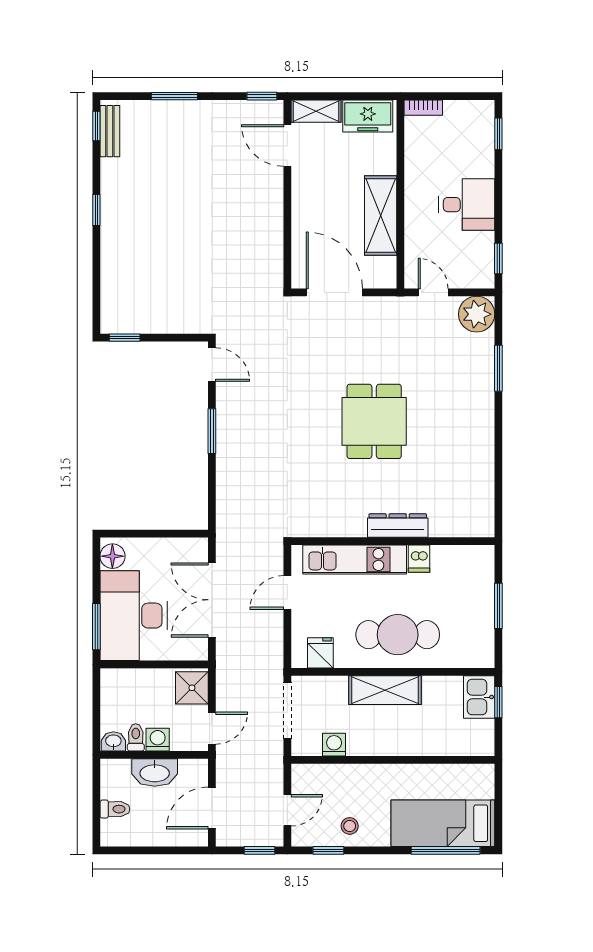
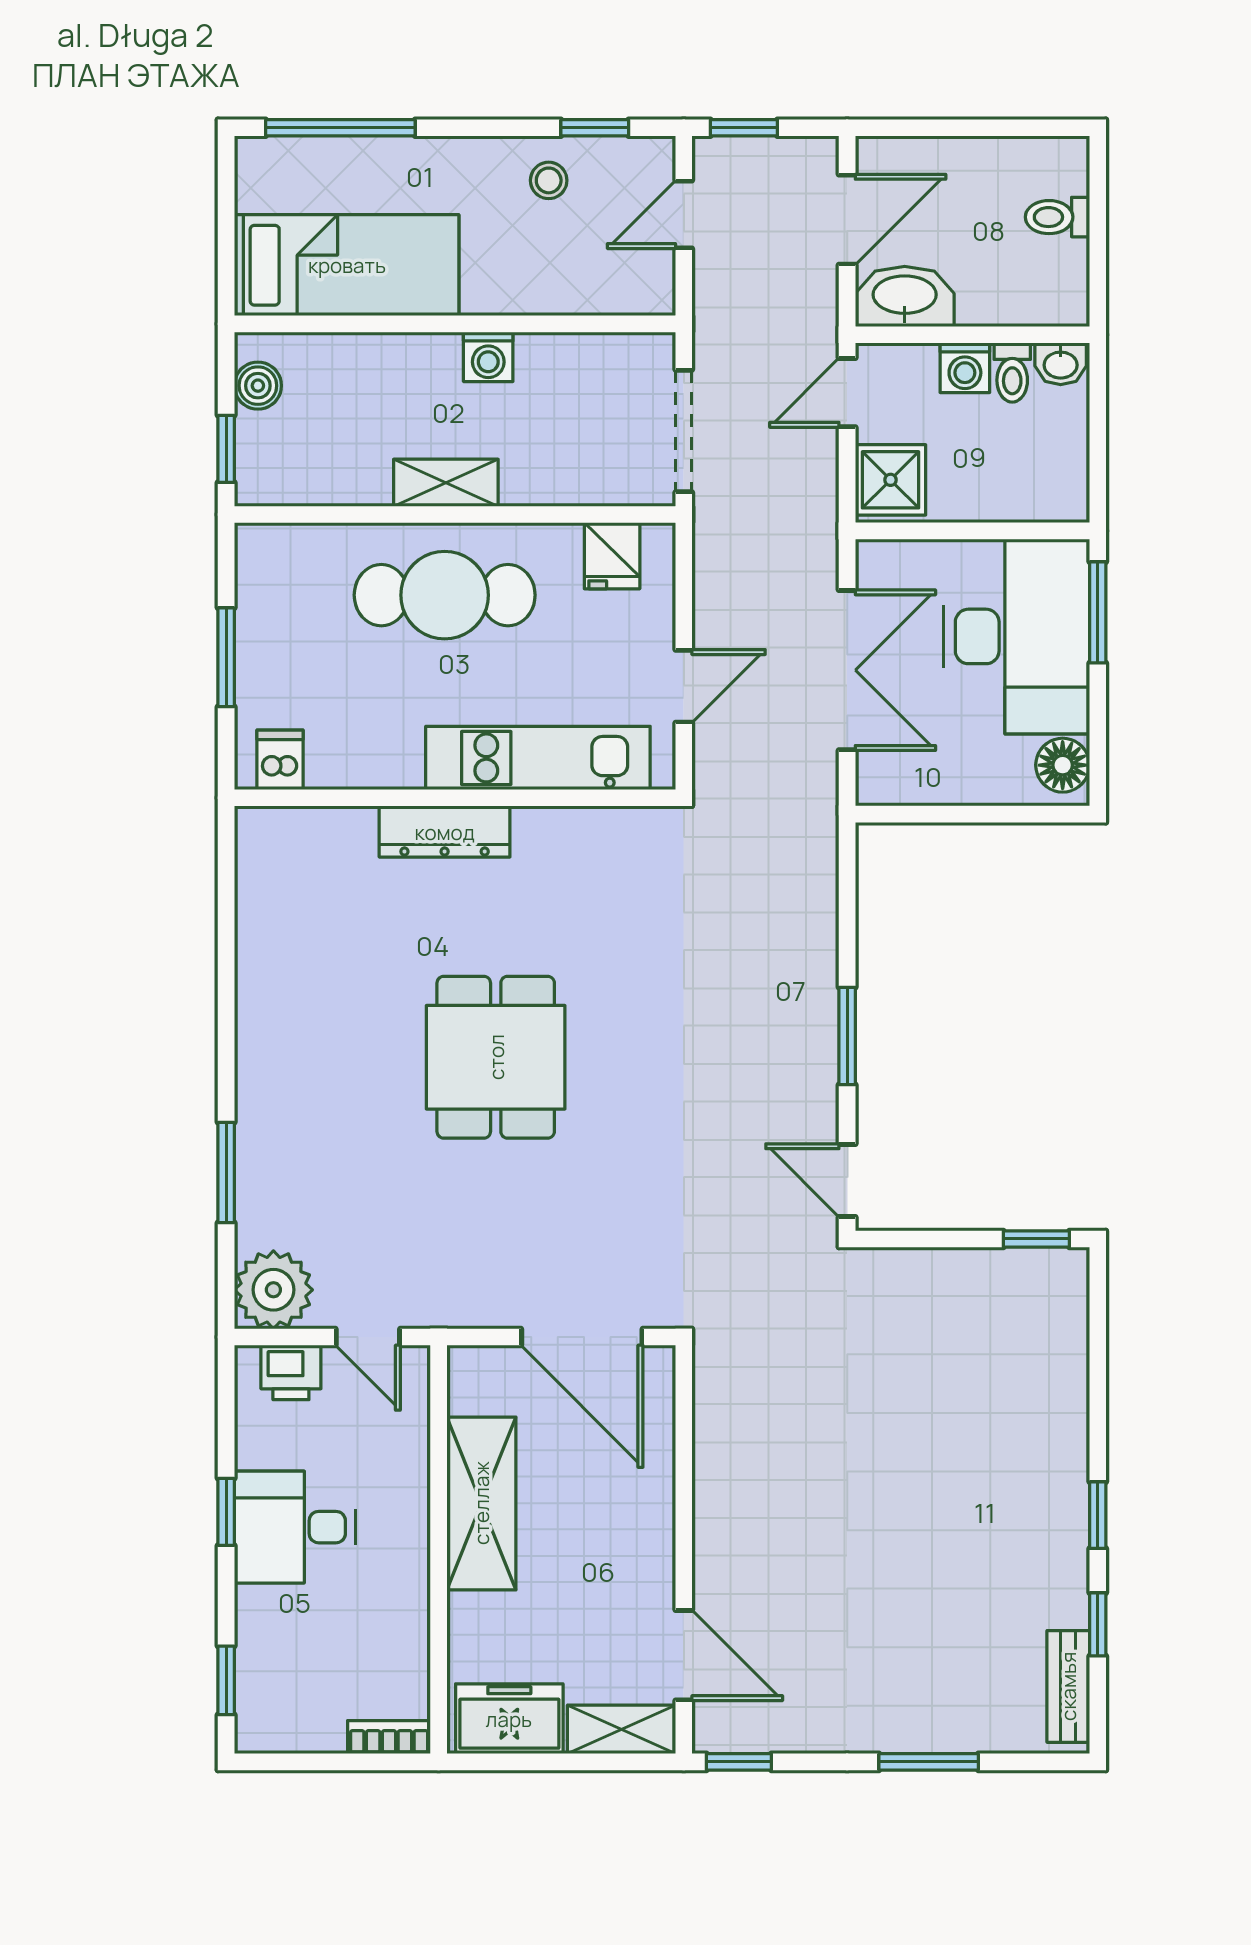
window: (96, 126) -> (1098, 1624), moved
window: (498, 258) -> (226, 1512), moved
printer: (469, 276) -> (291, 1372), added
dishwasher: (419, 559) -> (280, 760), moved
shelving: (385, 690) -> (446, 483), width x0.67, depth x0.75
kitchen sink: (479, 697) -> (268, 460), removed
boiler: (484, 731) -> (258, 386), added
washing machine: (334, 745) -> (488, 357), moved
washbasin: (155, 772) -> (905, 296), moved
bed: (443, 823) -> (347, 265), moved

